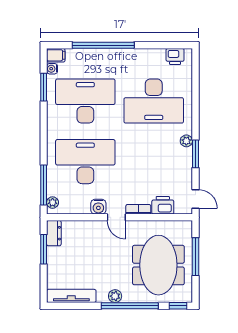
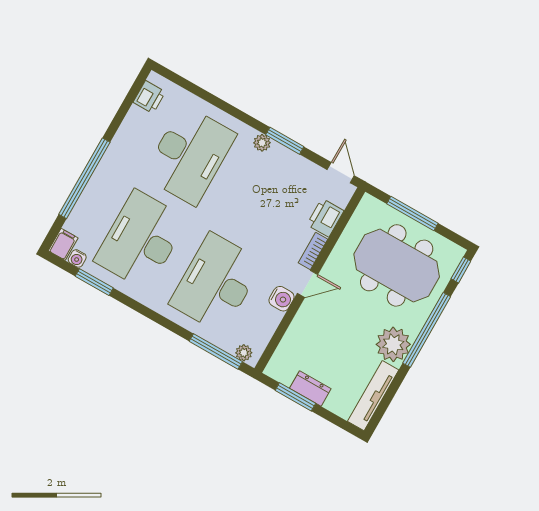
door: (195, 199) -> (341, 173), hinge flipped
dresser: (54, 233) -> (310, 388), moved
plant: (115, 296) -> (393, 344), width x1.88, depth x1.88

